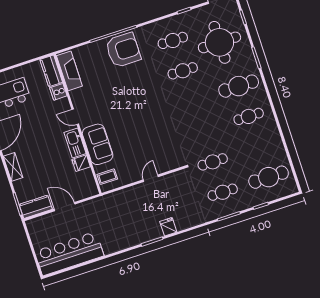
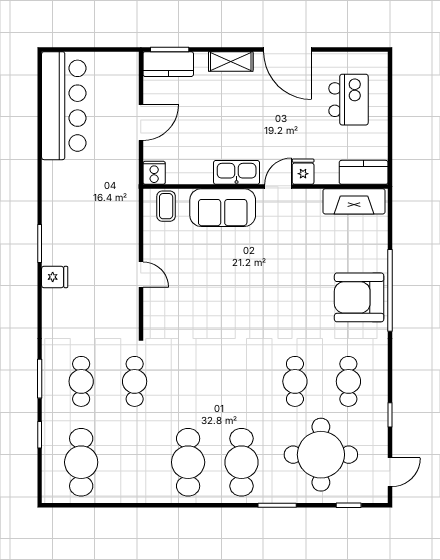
armchair: (123, 50) -> (359, 297), turned 90
cooker: (58, 92) -> (154, 173), moved
cafe table: (249, 116) -> (188, 462), width x1.37, depth x1.35
fridge: (81, 163) -> (303, 172), moved
kitchen counter: (36, 207) -> (168, 64), moved, turned 90

